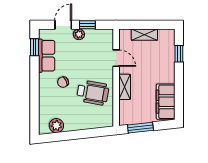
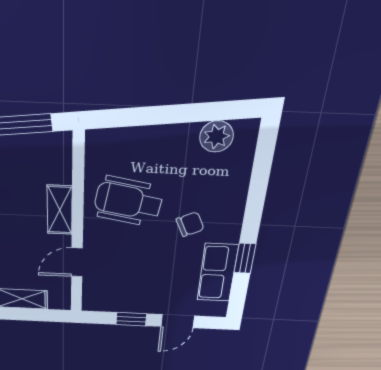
plant: (79, 34) -> (149, 305), removed
window: (34, 47) -> (245, 258), moved
door: (116, 58) -> (77, 262), hinge flipped

